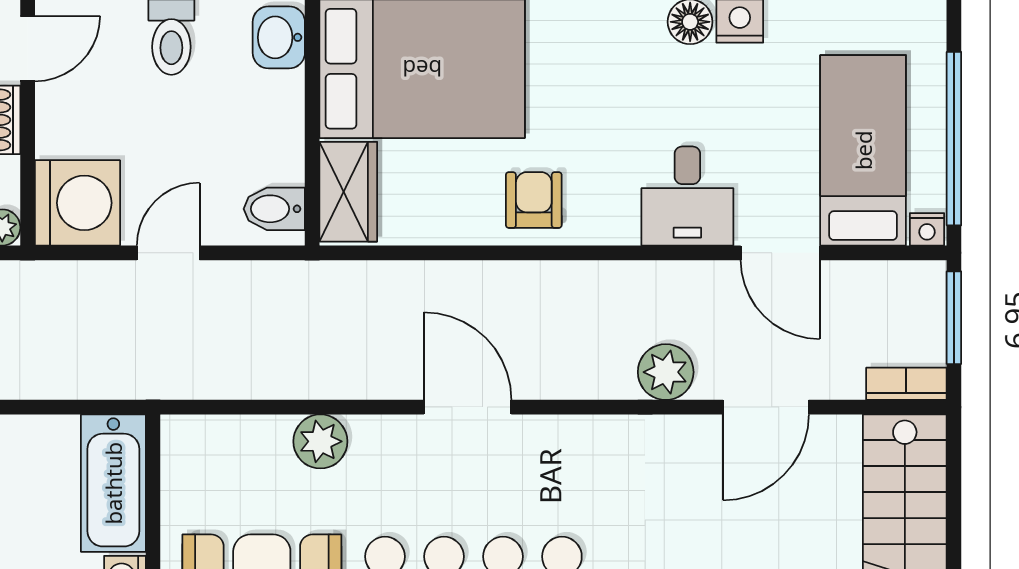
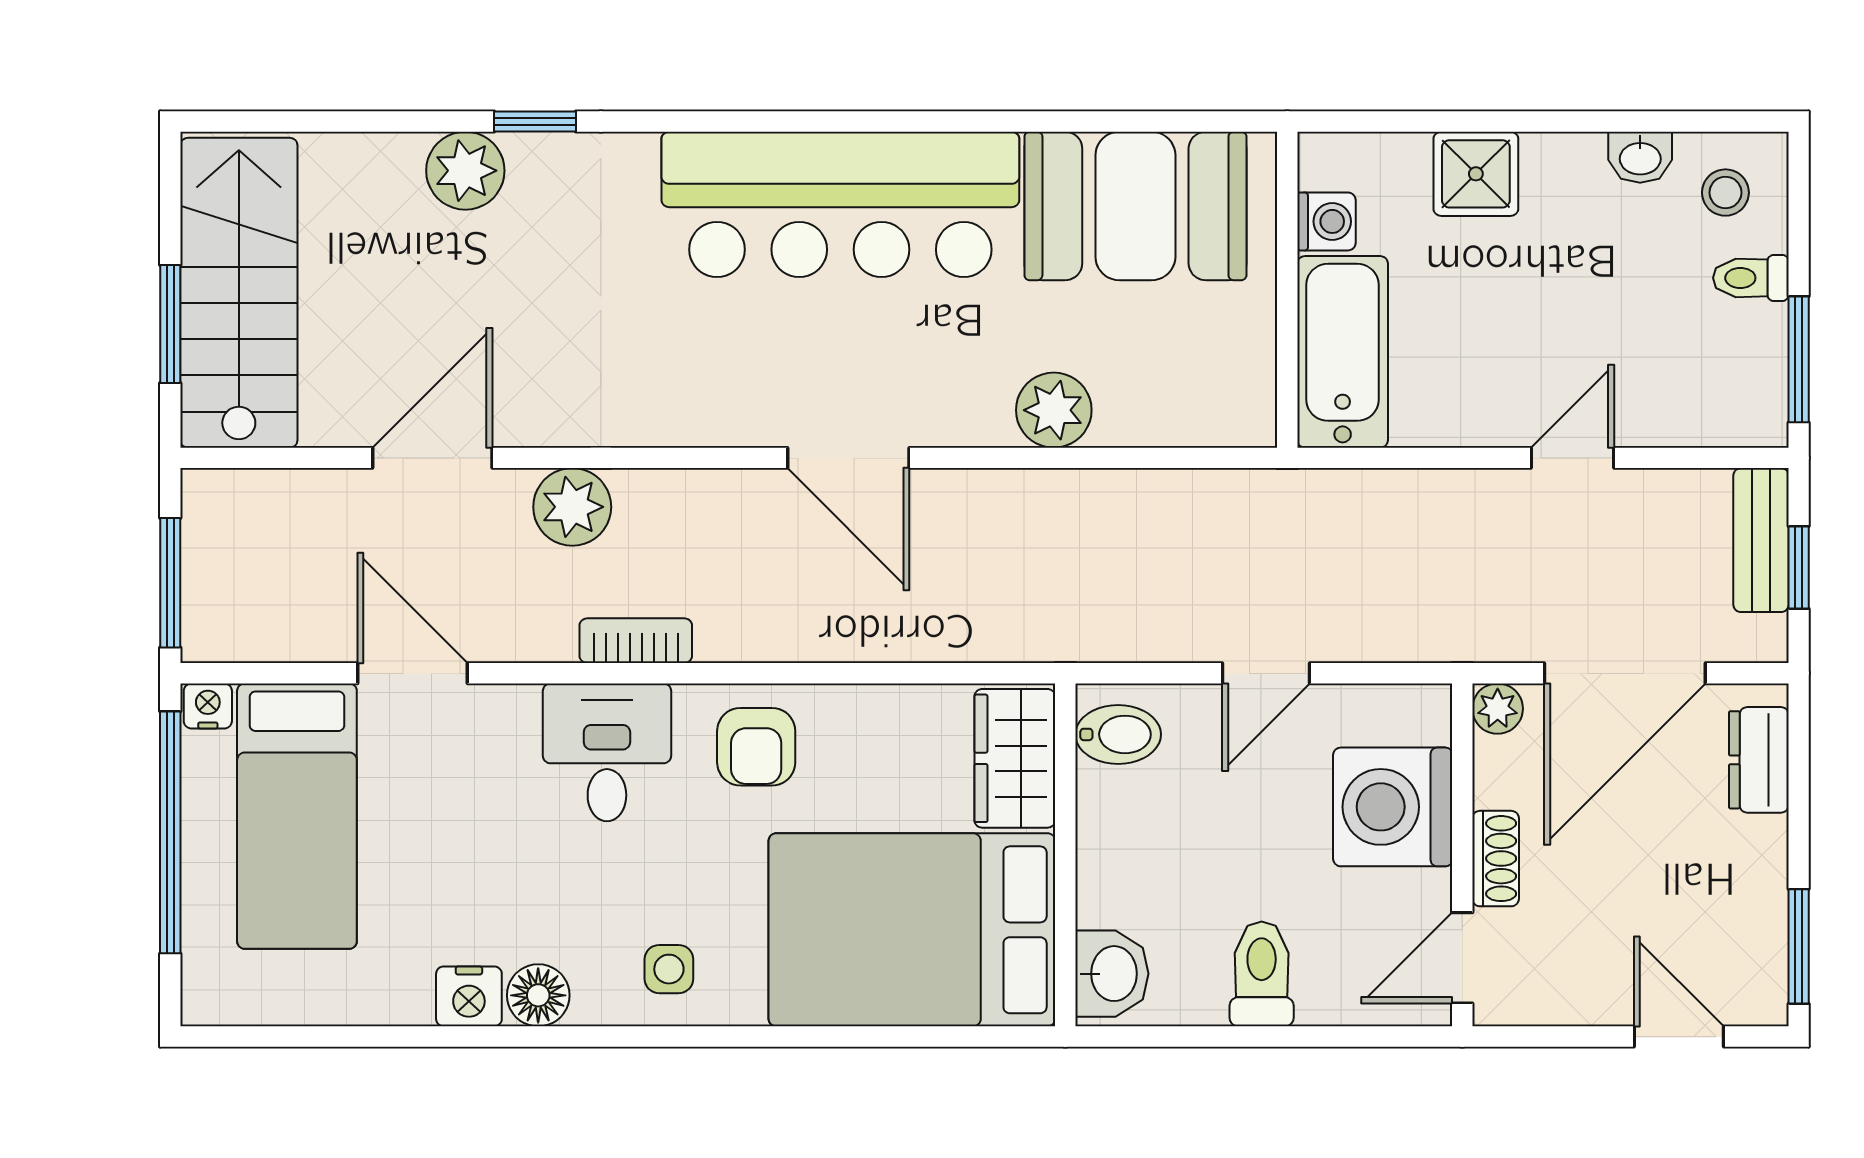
side table: (596, 41) -> (669, 969), added
desk: (687, 196) -> (607, 752), moved
washing machine: (77, 203) -> (1393, 807), moved
bookcase: (906, 384) -> (636, 641), moved, turned 180
window: (954, 503) -> (170, 324), added

